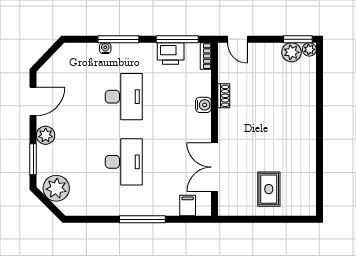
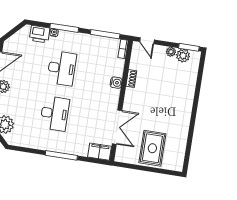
plant: (309, 49) -> (171, 52), moved
printer: (171, 54) -> (40, 34), moved
double door: (215, 167) -> (117, 127), swing flipped
rug: (269, 189) -> (152, 148), width x1.36, depth x1.43
filing cabinet: (188, 206) -> (100, 152), width x2.00

